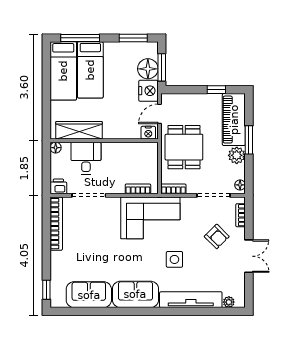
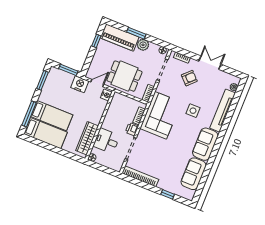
floor lamp: (148, 69) -> (66, 79), removed
door: (159, 114) -> (97, 83), swing flipped
printer: (58, 186) -> (132, 129), moved
window: (46, 290) -> (168, 194), moved

